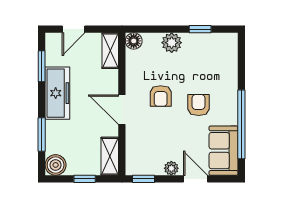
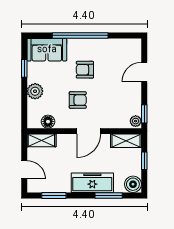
floor lamp: (134, 41) -> (48, 122), moved
freezer: (57, 93) -> (92, 183), moved
window: (241, 124) -> (80, 35), moved
sofa: (223, 151) -> (47, 50), moved
plant: (171, 168) -> (136, 121), moved

